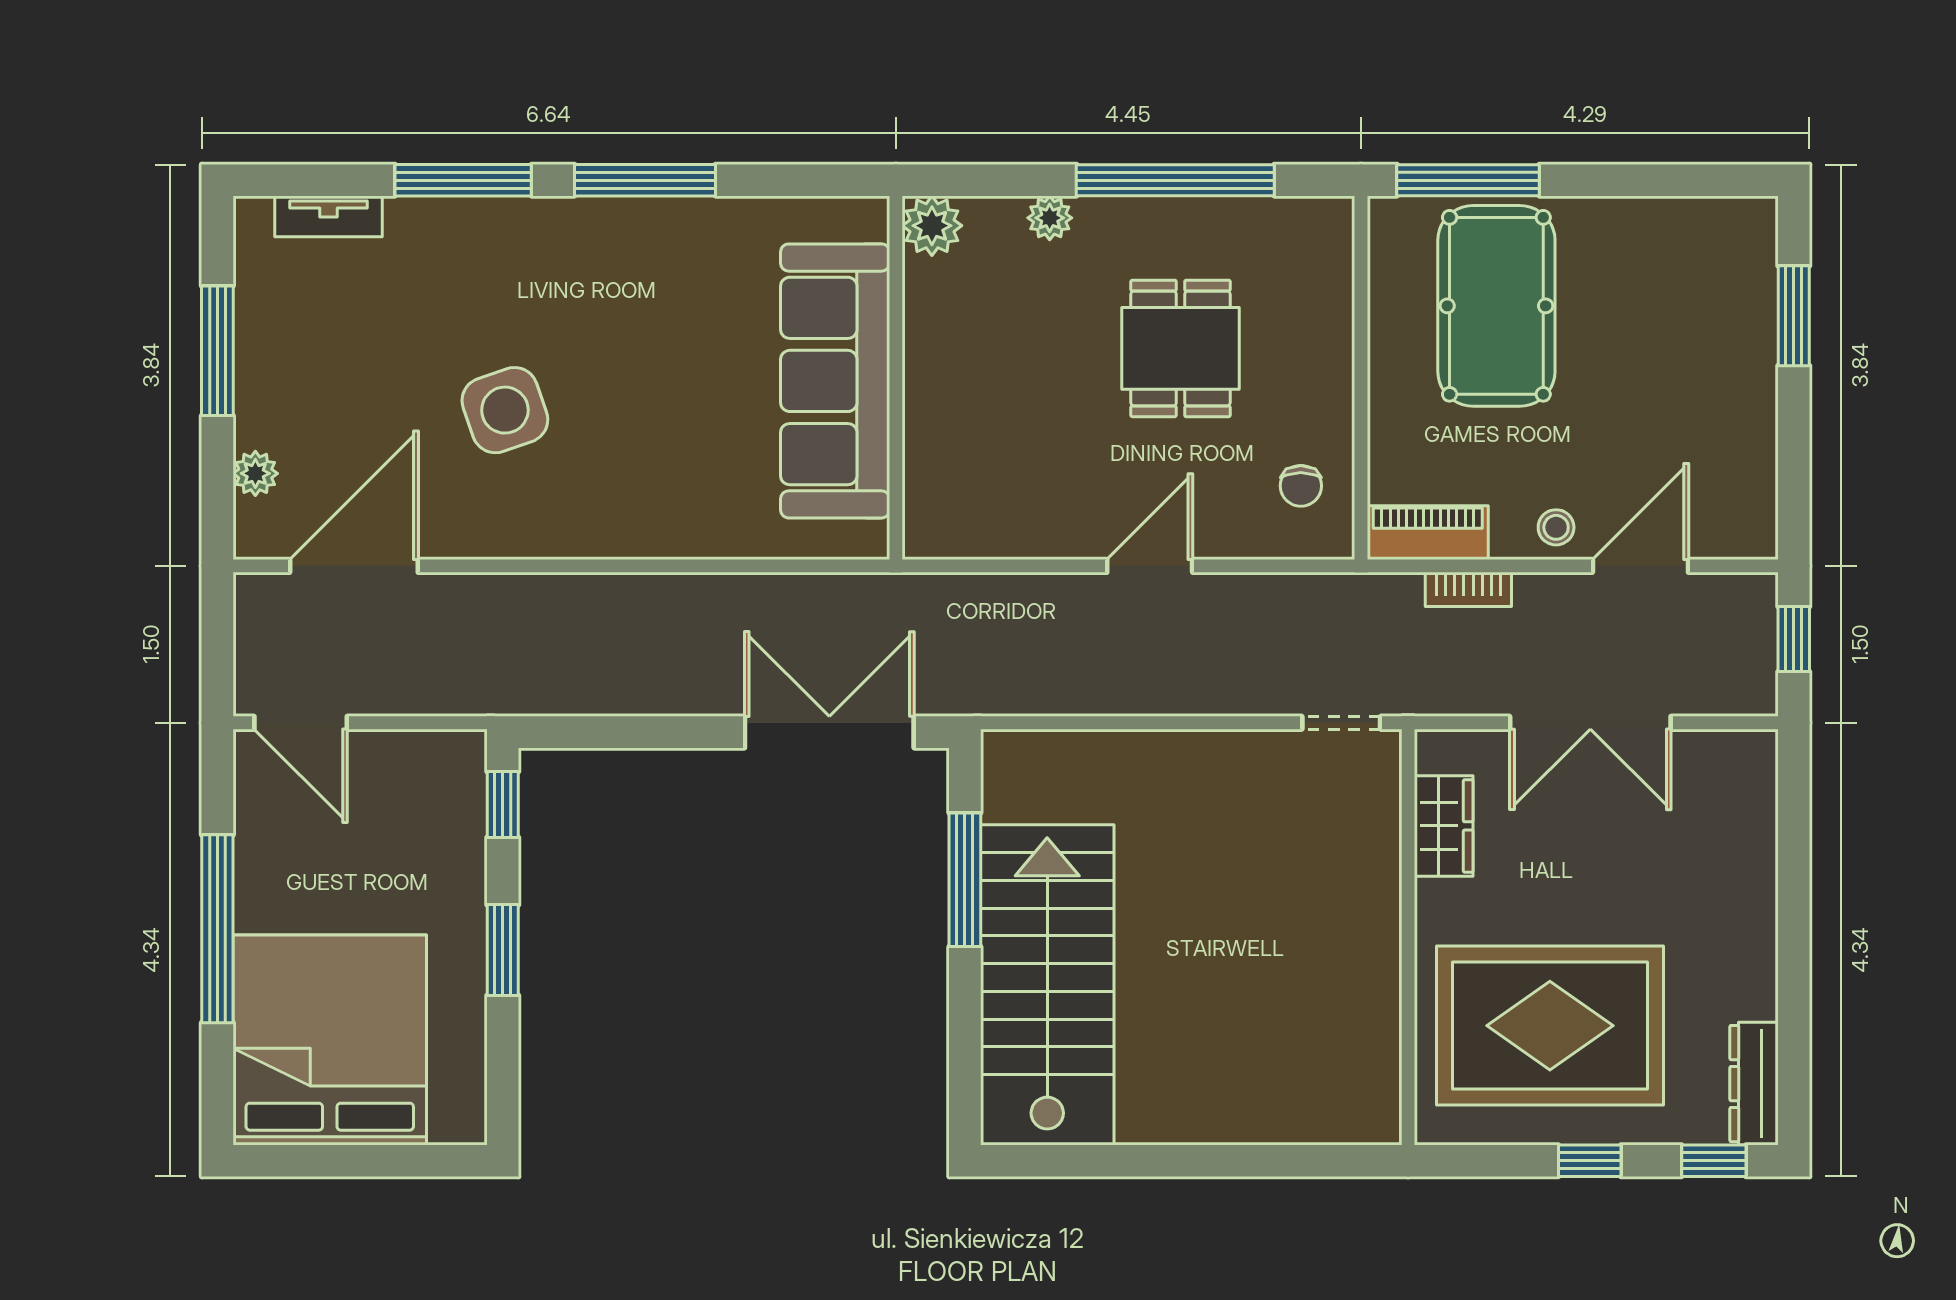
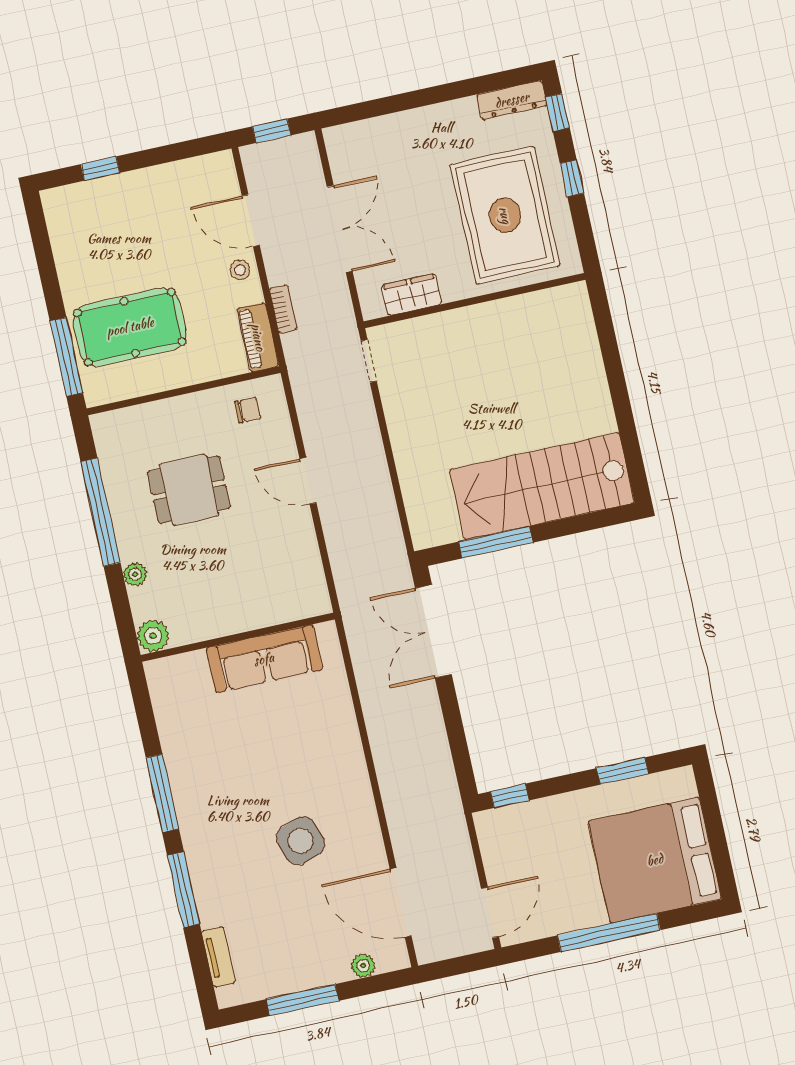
window: (1794, 316) -> (100, 168), width x0.67
sofa: (835, 381) -> (264, 659), width x0.74, depth x0.79
window: (503, 950) -> (623, 771), moved

